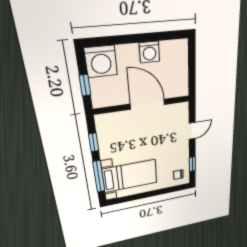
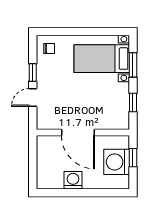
washing machine: (101, 62) -> (117, 162), moved, turned -90
window: (192, 164) -> (33, 72), moved
window: (99, 176) -> (133, 65), width x0.69

